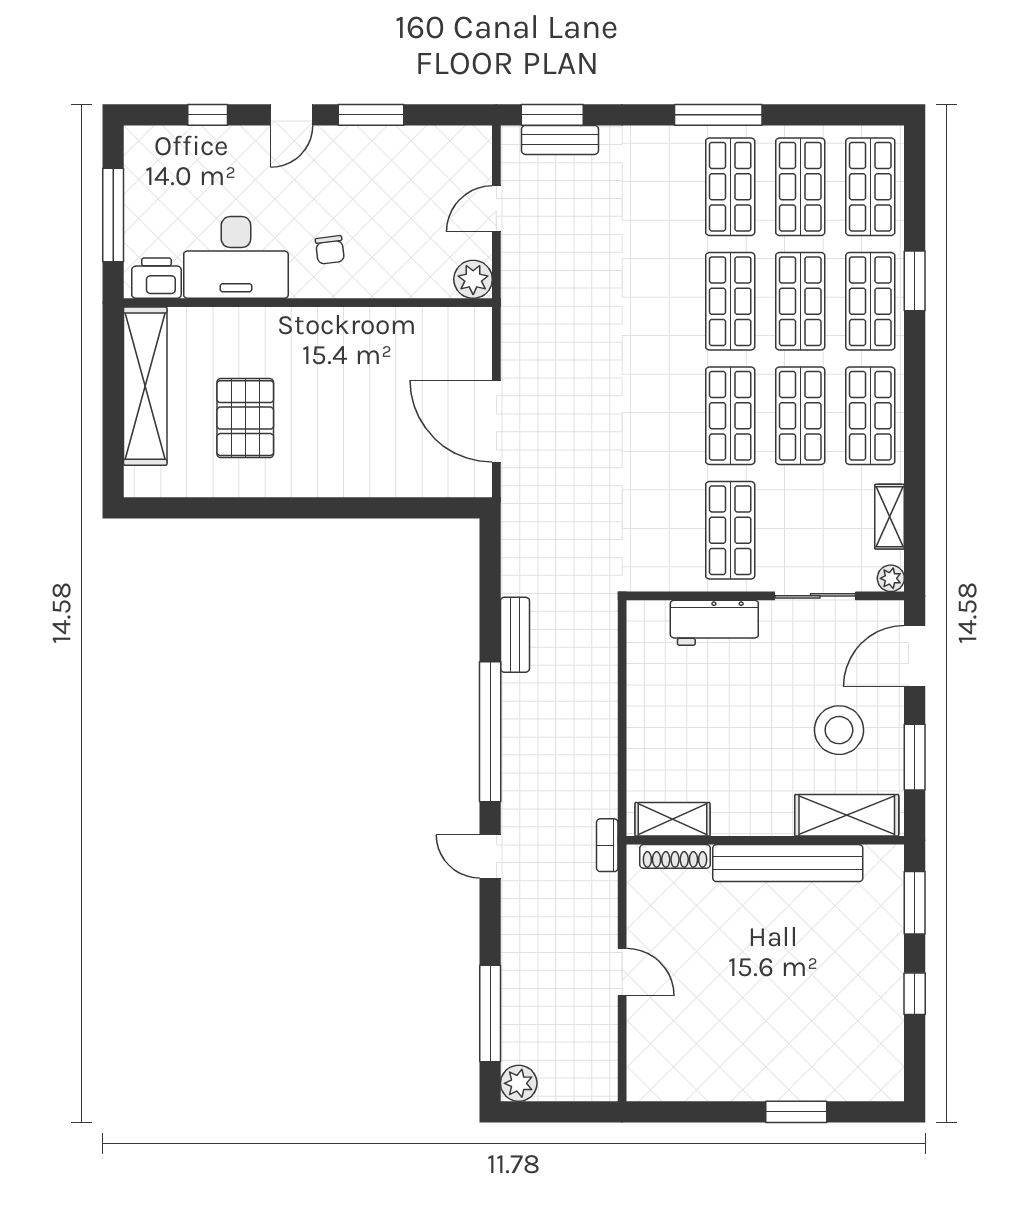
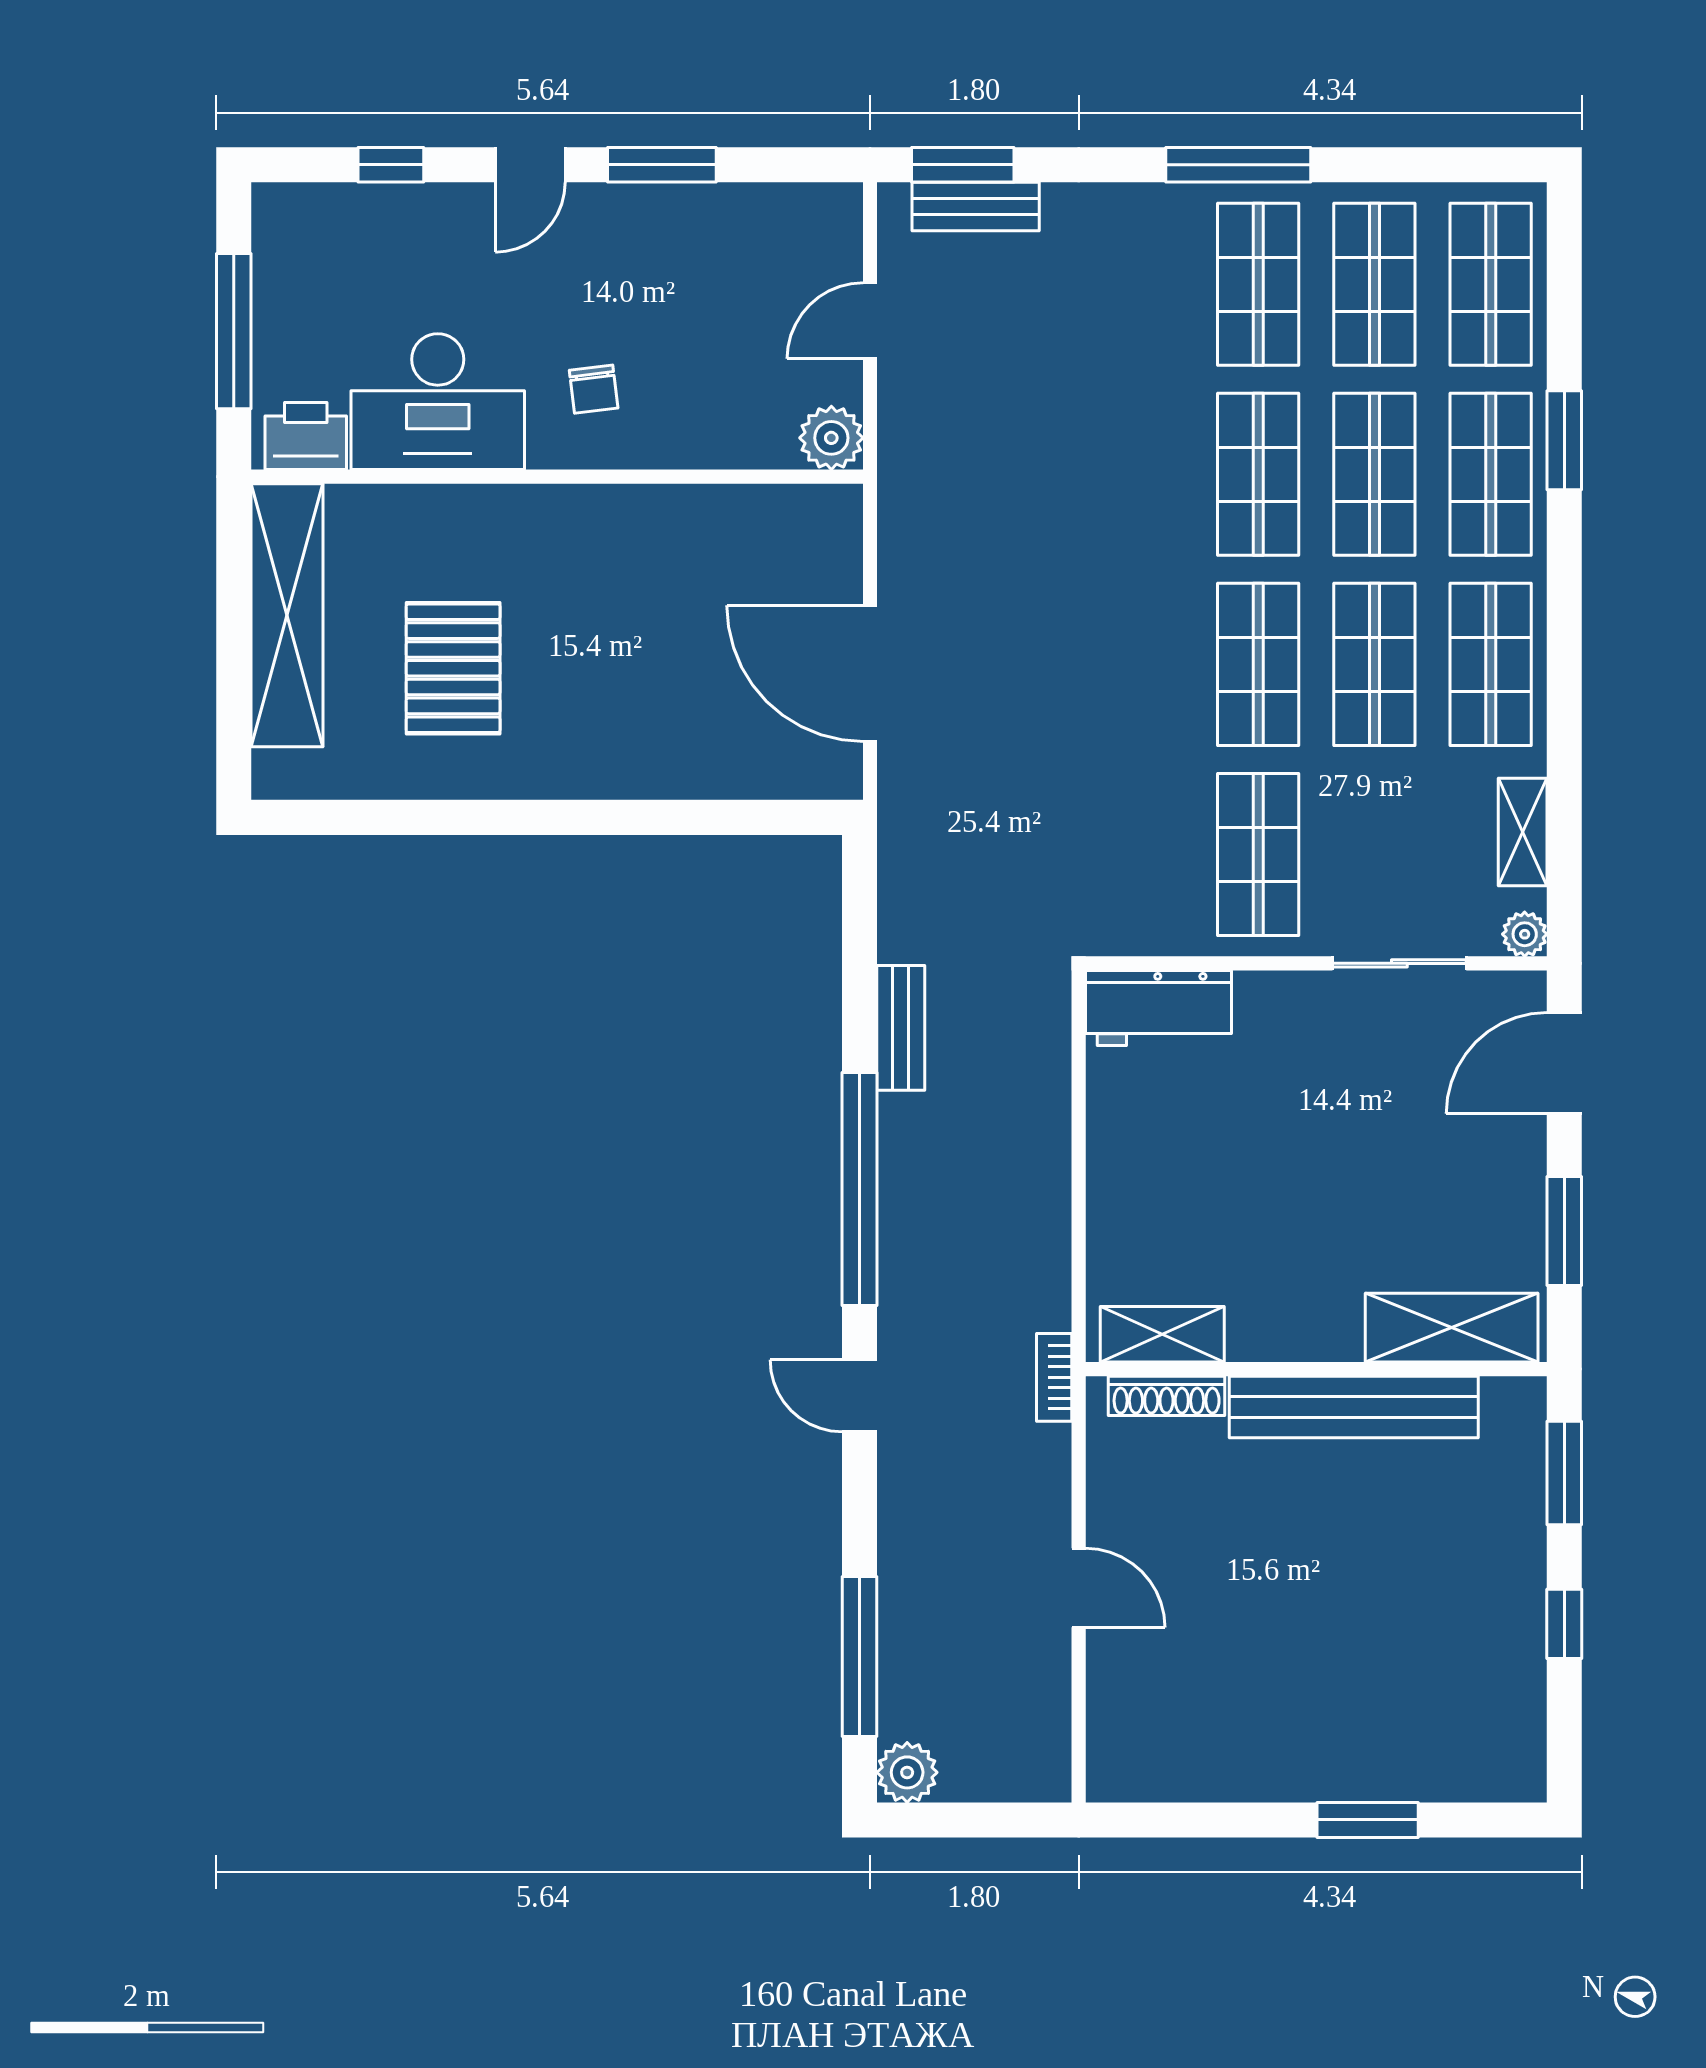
workbench: (714, 623) -> (1158, 1008), moved
stool: (839, 730) -> (1439, 1186), removed

